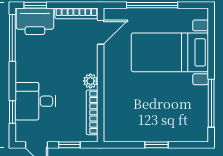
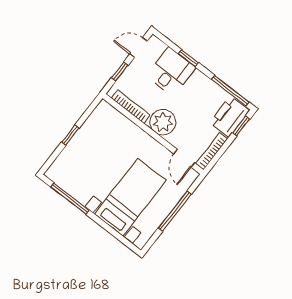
plant: (90, 81) -> (163, 122), width x1.88, depth x1.88
window: (12, 112) -> (188, 58), moved

